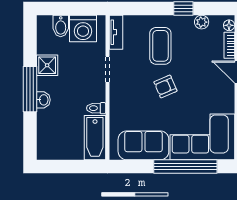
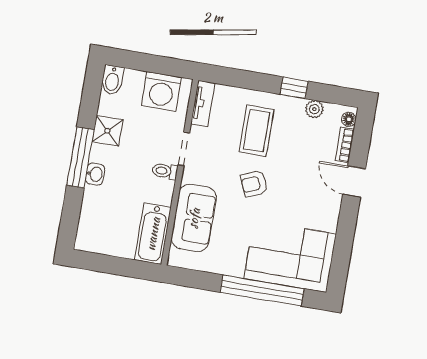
bidet: (61, 26) -> (112, 80), moved
toilet: (96, 108) -> (165, 171), moved
sofa: (143, 145) -> (194, 218), moved, turned 90

